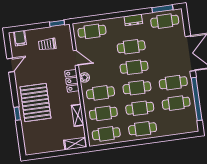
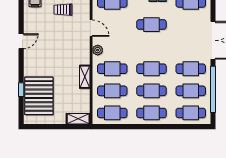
door: (11, 65) -> (21, 41), moved
cafe table: (134, 67) -> (191, 113), moved
locker: (72, 81) -> (84, 52), removed
pallet: (35, 103) -> (39, 96), moved
window: (17, 114) -> (21, 90), moved
shelving: (78, 115) -> (85, 77), moved

